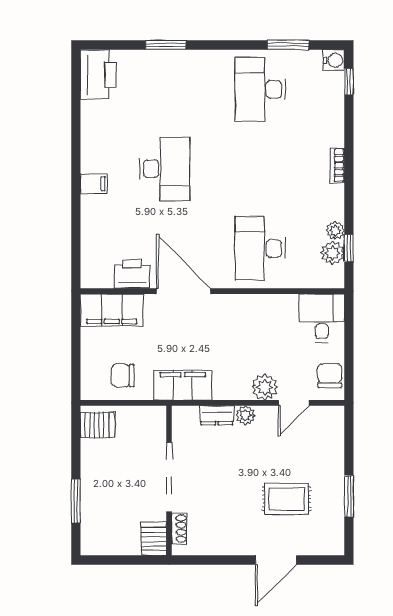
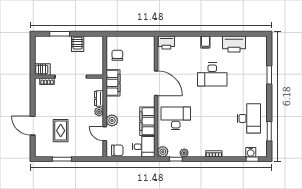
water cooler: (334, 60) -> (251, 152), moved
printer: (98, 75) -> (234, 44), moved
desk: (260, 89) -> (249, 118), turned 90
plant: (333, 253) -> (163, 152), moved
printer: (132, 274) -> (166, 43), moved, turned 90
door: (184, 291) -> (156, 83), hinge flipped
filing cabinet: (112, 310) -> (147, 121), moved
server rack: (98, 425) -> (78, 44), moved

